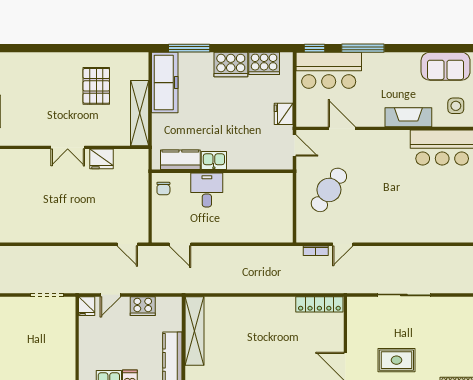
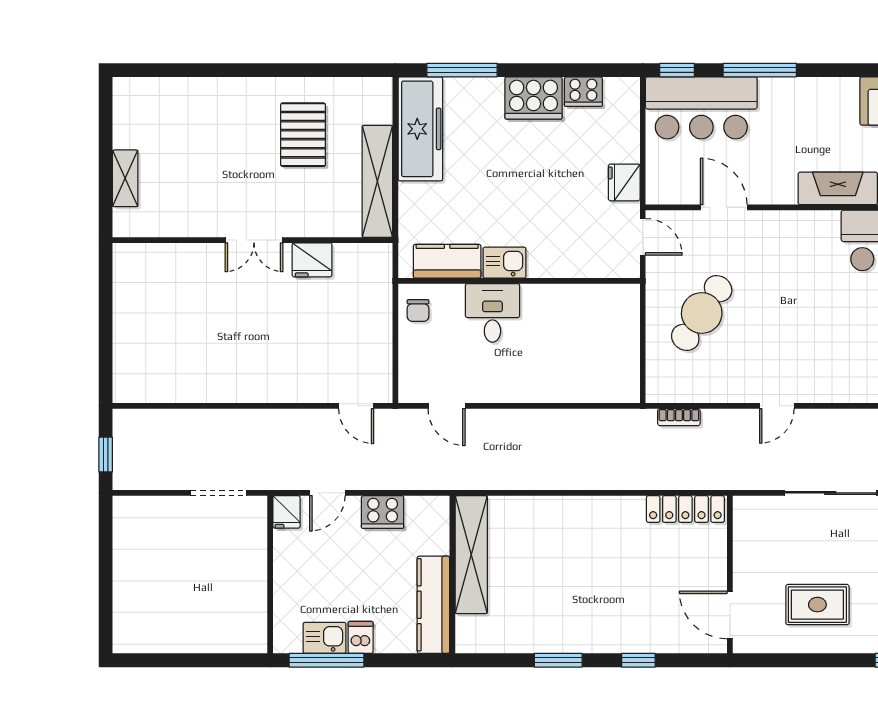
cooker: (264, 63) -> (583, 92), width x0.73, depth x0.76
door: (343, 244) -> (777, 406), moved

